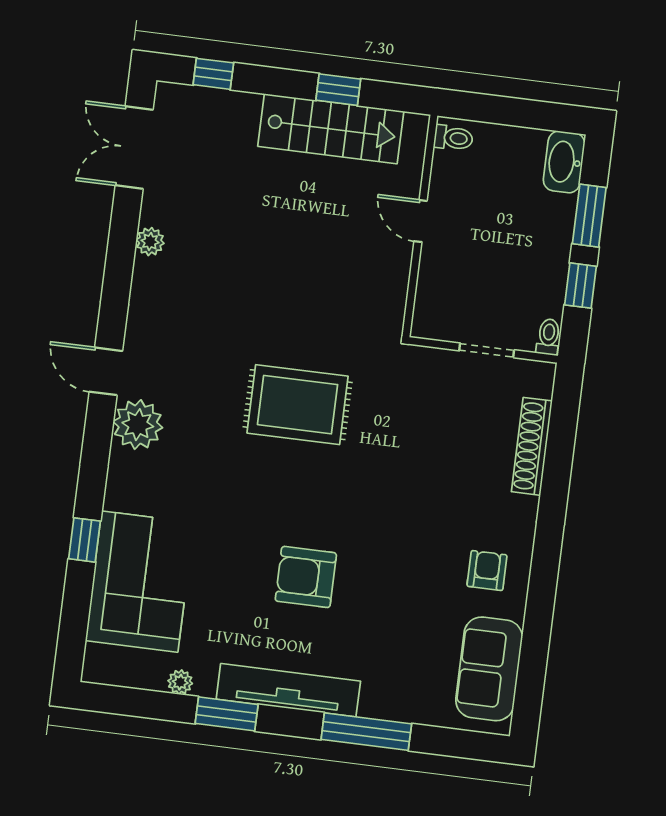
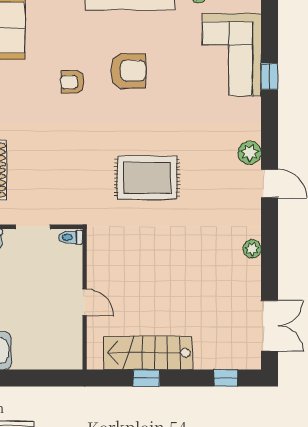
toilet: (453, 138) -> (71, 237), moved
plant: (150, 242) -> (252, 249), moved
plant: (138, 425) -> (250, 153), width x0.73, depth x0.73
armchair: (487, 571) -> (72, 82), moved, turned 90

